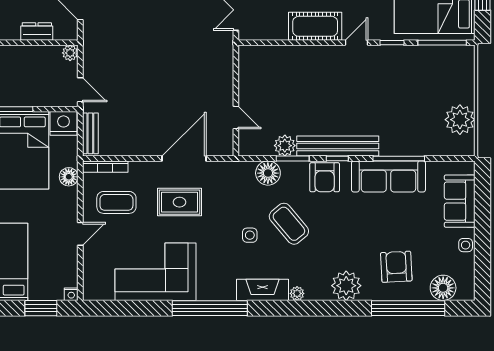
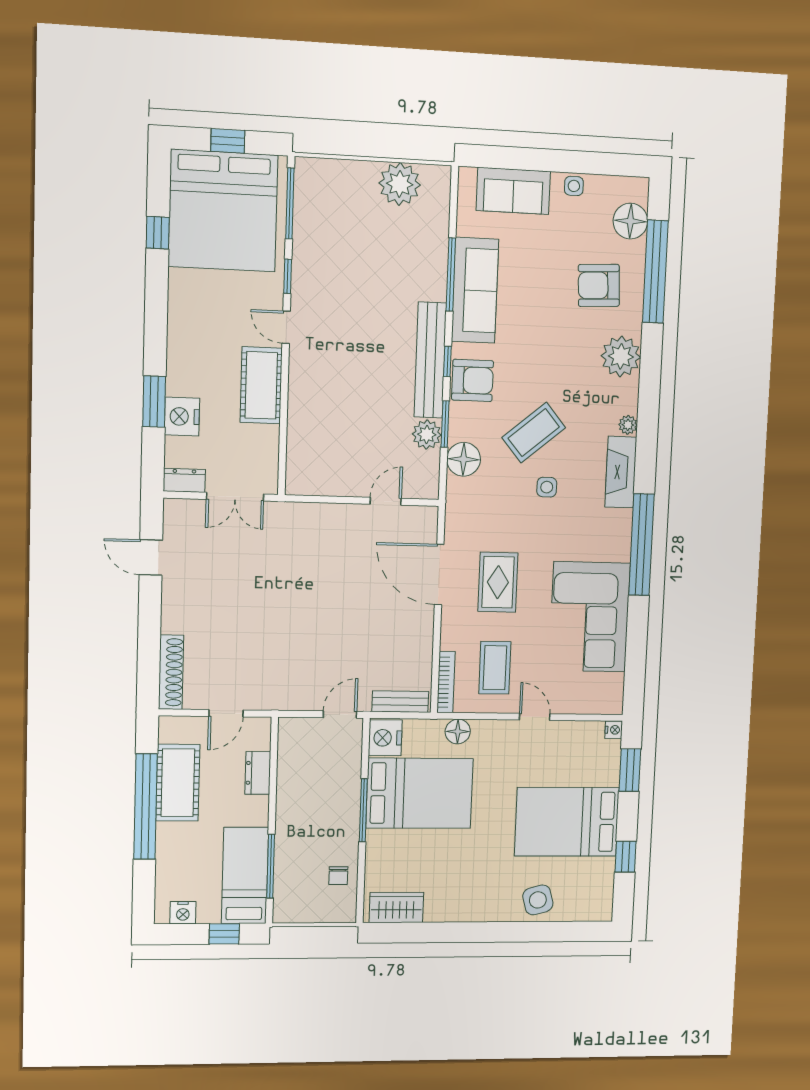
plant: (70, 53) -> (289, 728), removed

